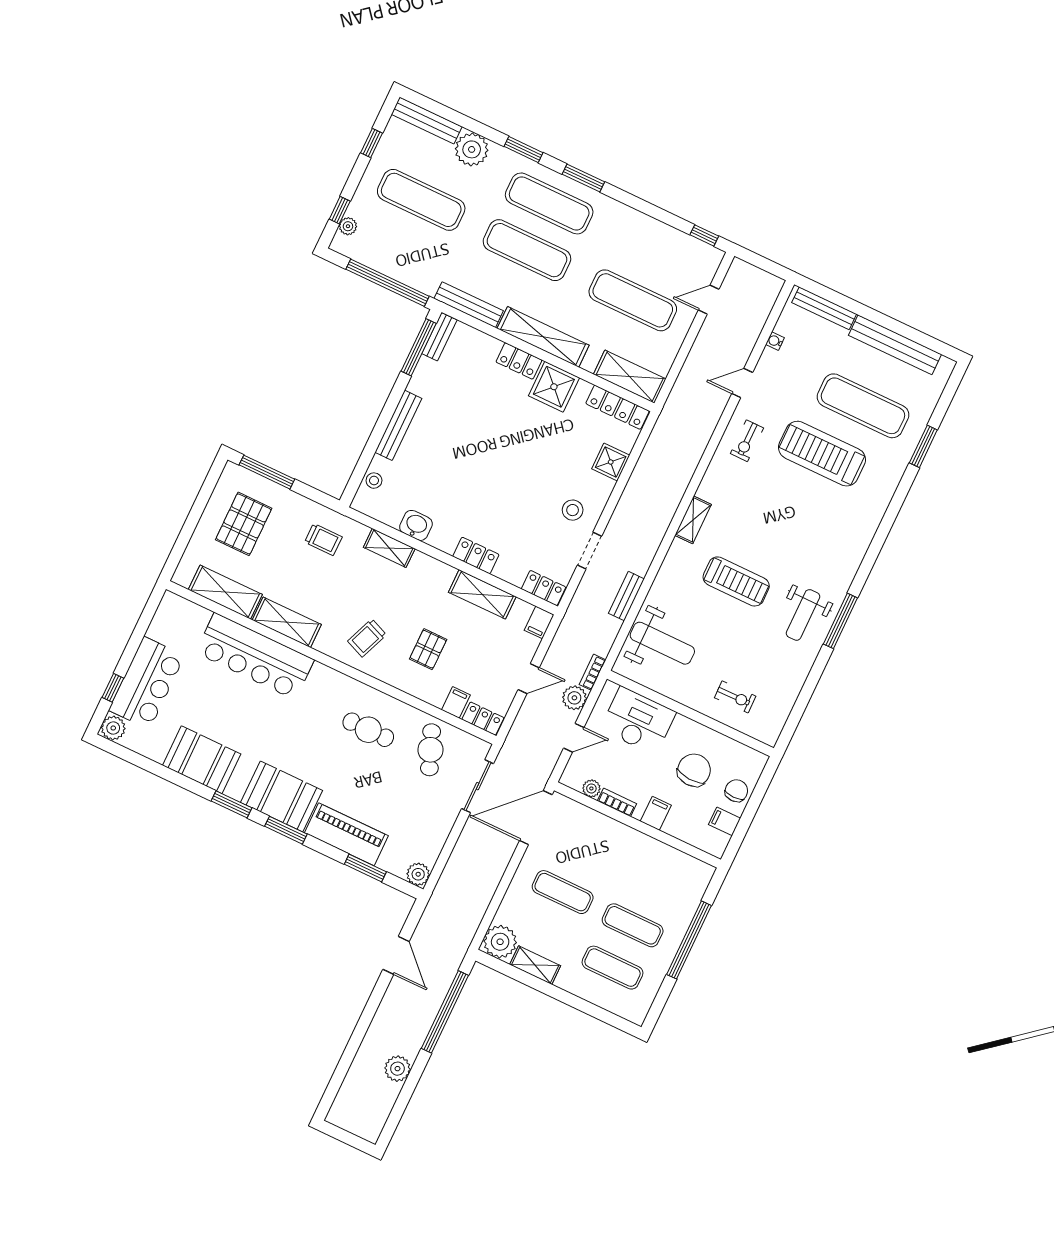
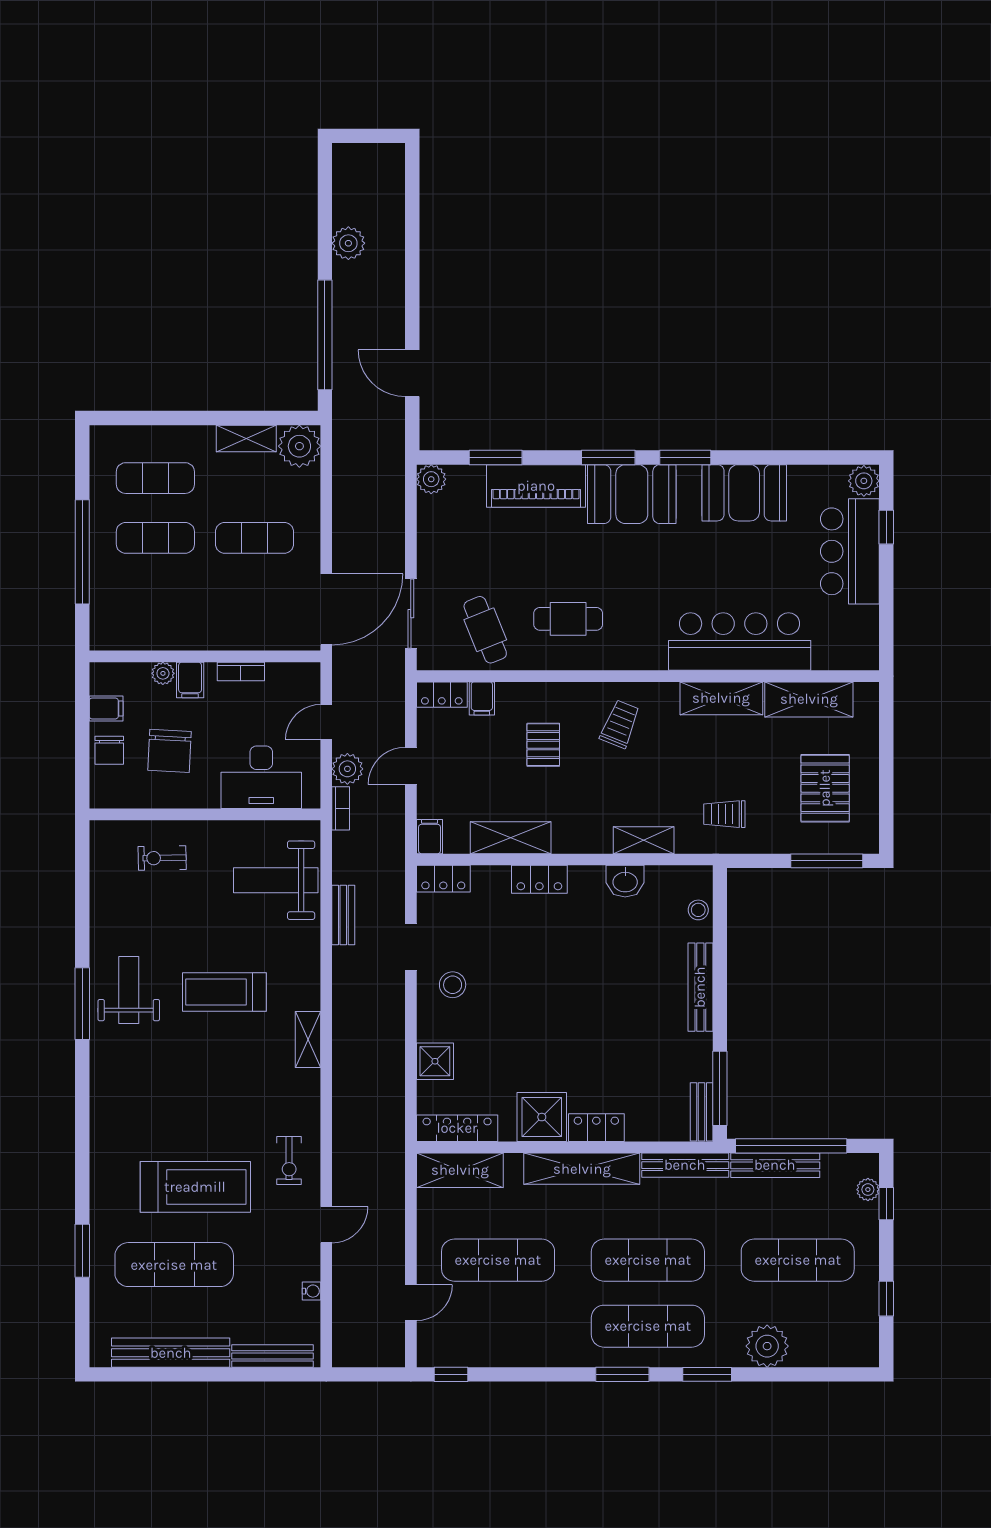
bench: (427, 120) -> (775, 1165), moved
exercise bike: (747, 441) -> (289, 1161), turned 180
plant: (591, 788) -> (163, 673), moved

